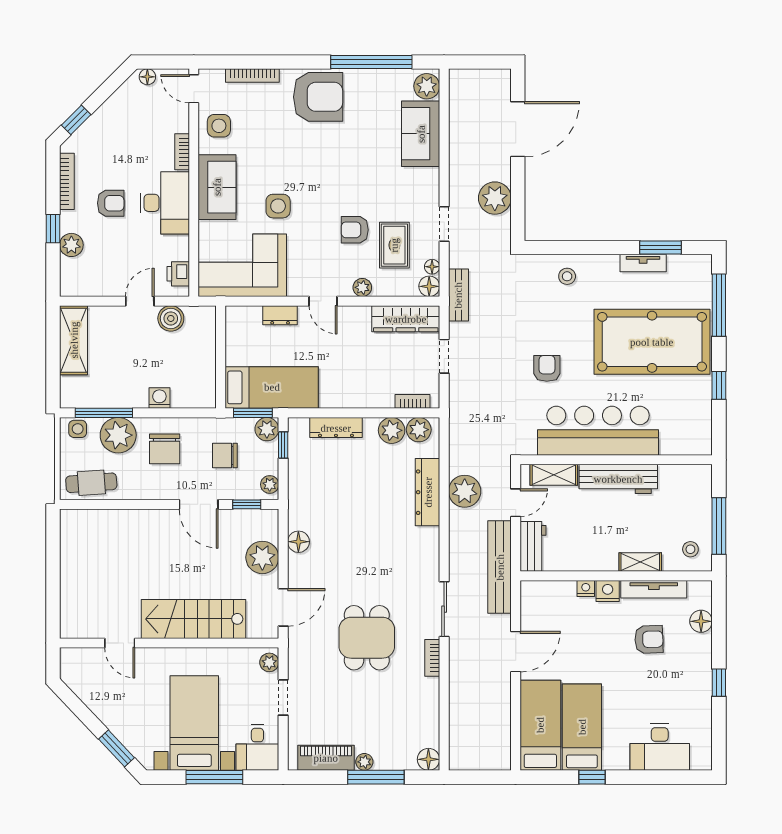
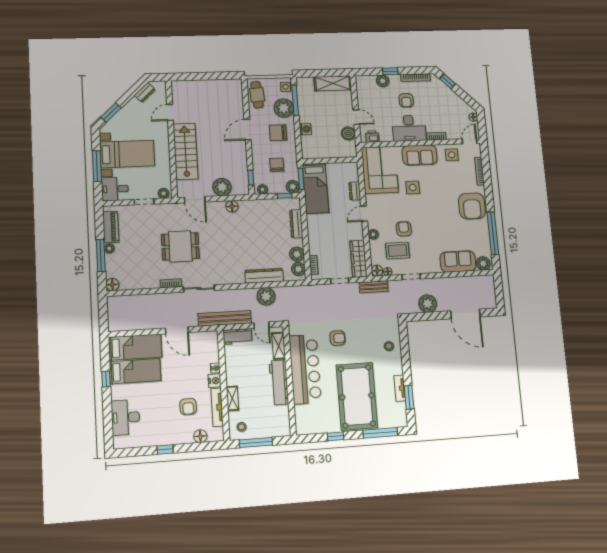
door: (199, 504) -> (248, 130), moved
dresser: (81, 686) -> (145, 92), added

